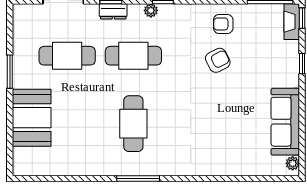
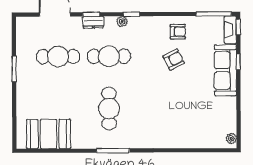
armchair: (223, 24) -> (178, 32), turned 180
booth: (32, 118) -> (49, 134), moved, turned 90
sofa: (285, 122) -> (225, 70), moved

